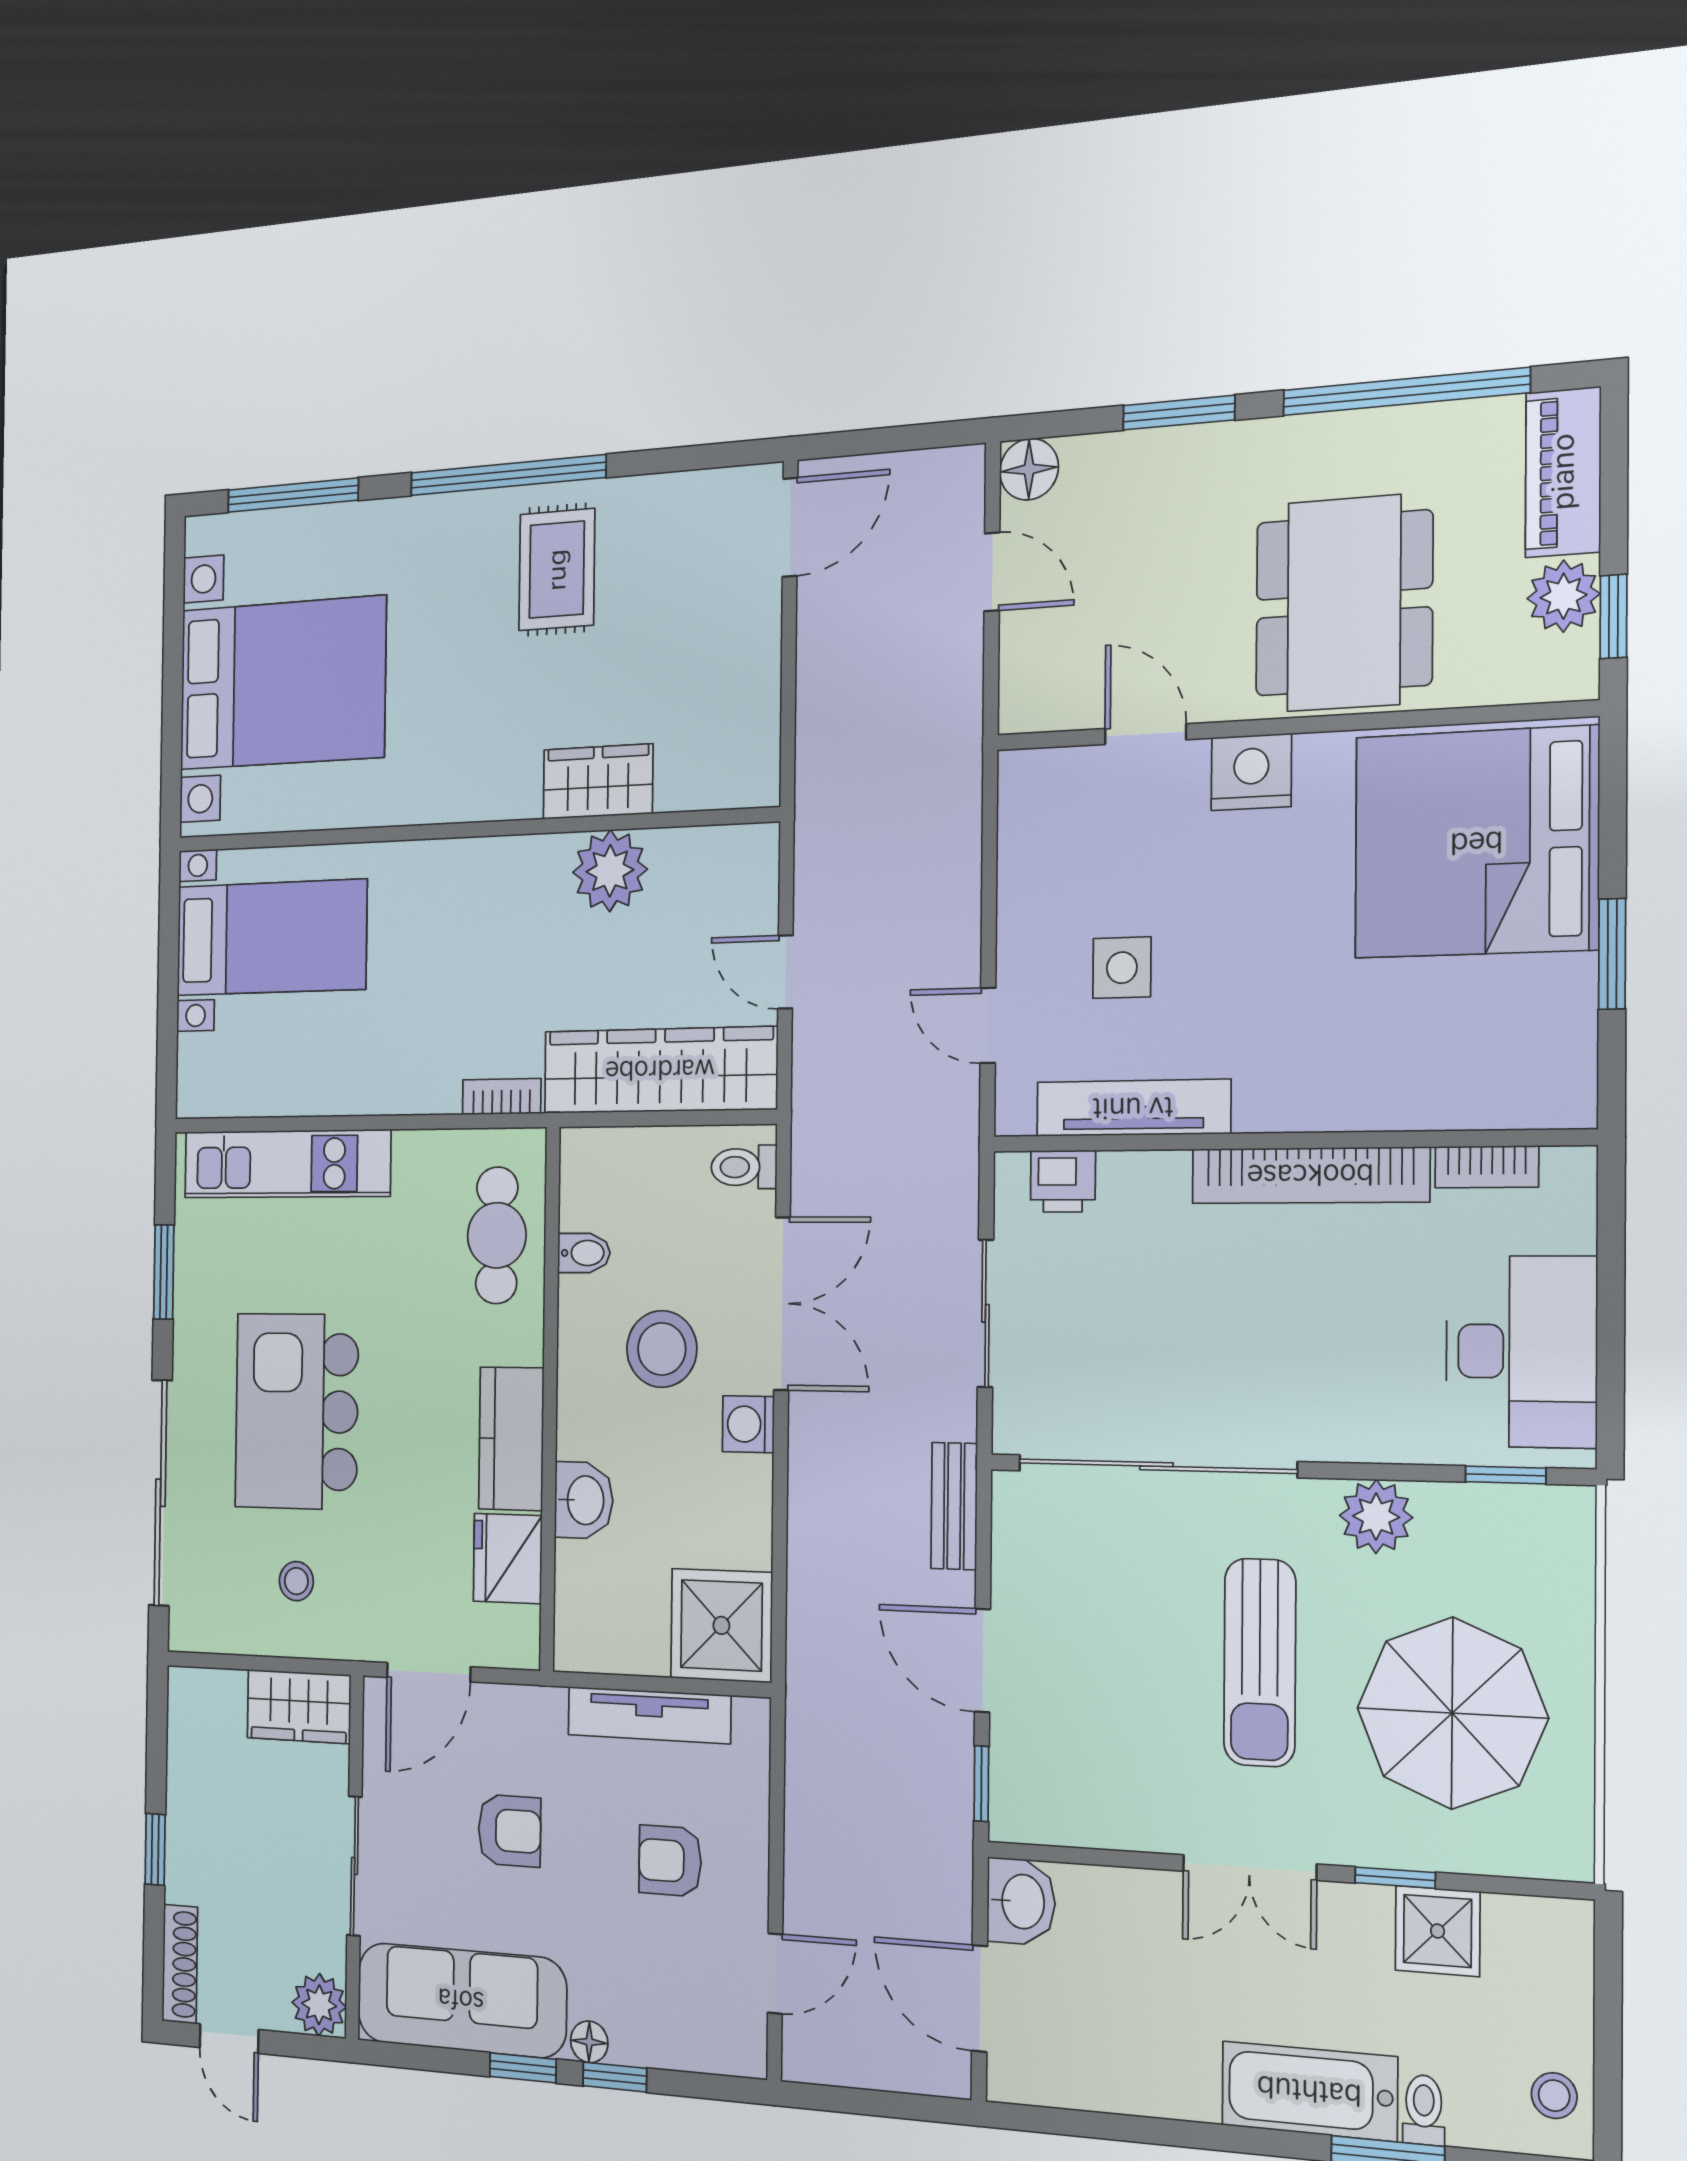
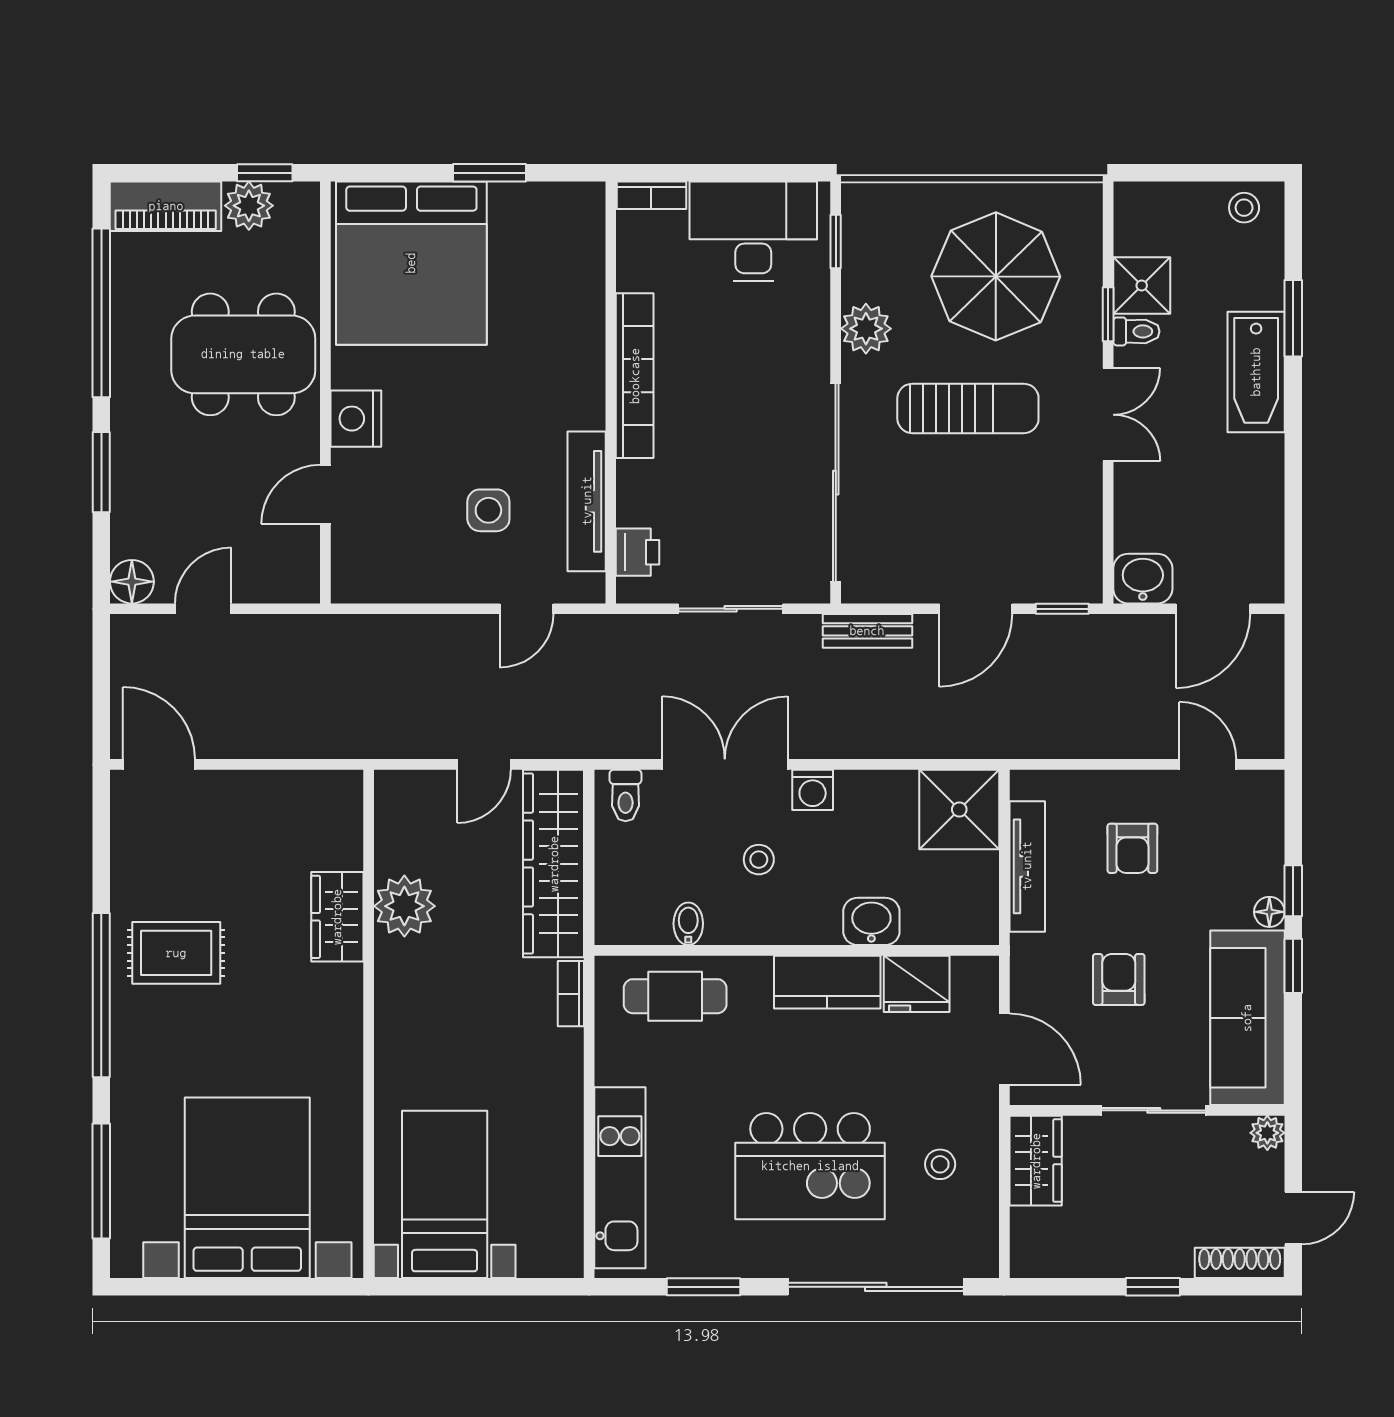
bookcase: (1487, 1167) -> (651, 195), moved, turned 90
stool: (662, 1349) -> (759, 860), width x0.53, depth x0.53
plant: (319, 2005) -> (1267, 1133), width x0.73, depth x0.73
toilet: (1424, 2110) -> (1136, 331), moved, turned 180

